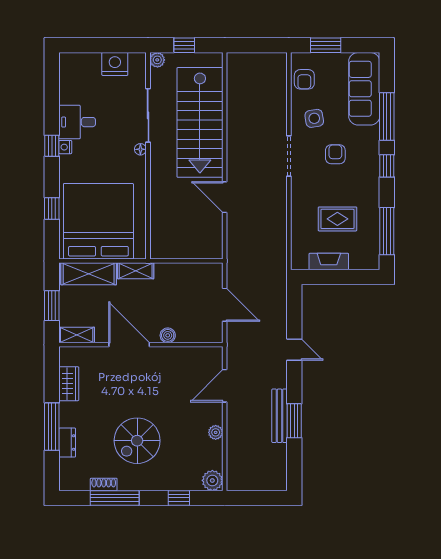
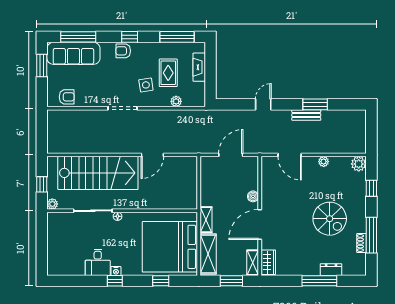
window: (326, 45) -> (42, 66), moved
nightstand: (115, 64) -> (55, 235), removed
window: (387, 117) -> (78, 37), moved
side table: (314, 118) -> (146, 85), moved
armchair: (335, 154) -> (123, 51), moved
plant: (298, 230) -> (176, 101), added
fireplace: (329, 261) -> (199, 67), moved
wardrobe: (69, 384) -> (268, 262), moved, turned 90
bench: (280, 416) -> (306, 115), width x0.73

